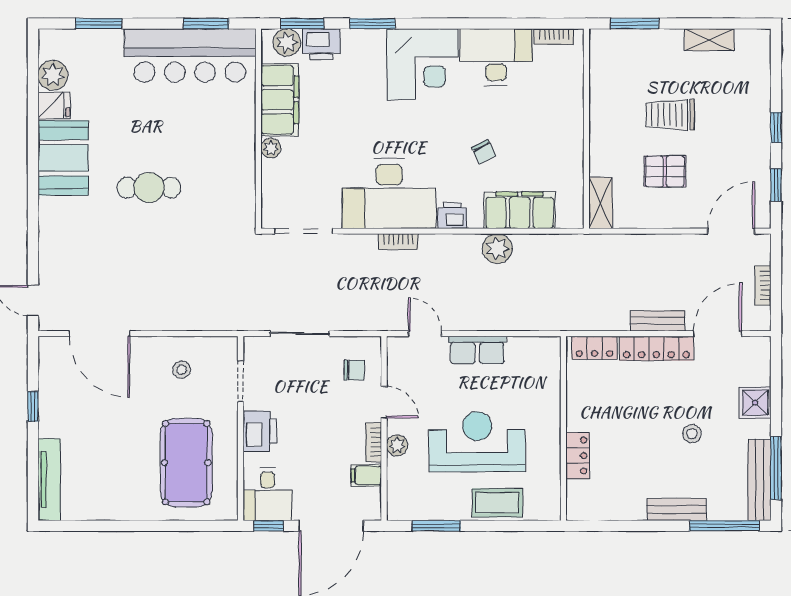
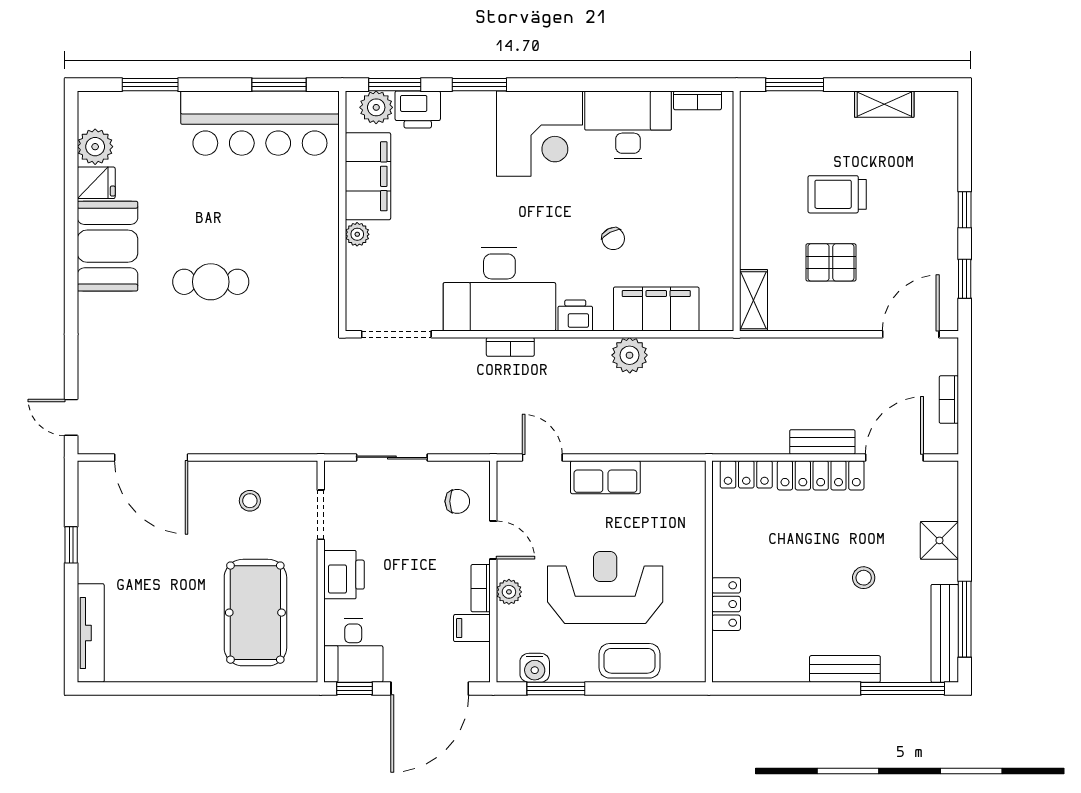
water cooler: (418, 509) -> (535, 668), added

